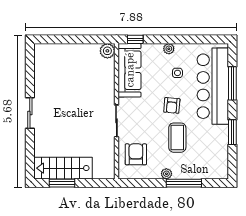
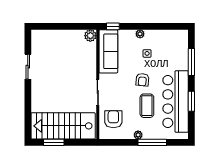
bar counter: (213, 86) -> (176, 101), moved
sliding door: (30, 113) -> (28, 67), moved
stairs: (63, 168) -> (63, 126), width x1.36, depth x1.51

